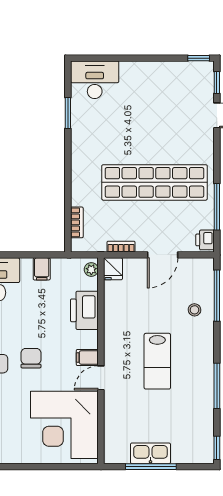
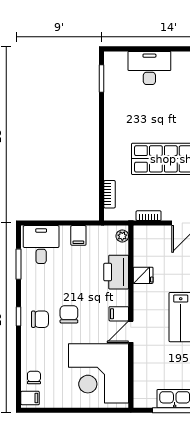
desk: (95, 80) -> (149, 68), moved
window: (68, 113) -> (102, 78), moved
fridge: (113, 269) -> (143, 275), moved, turned -90

